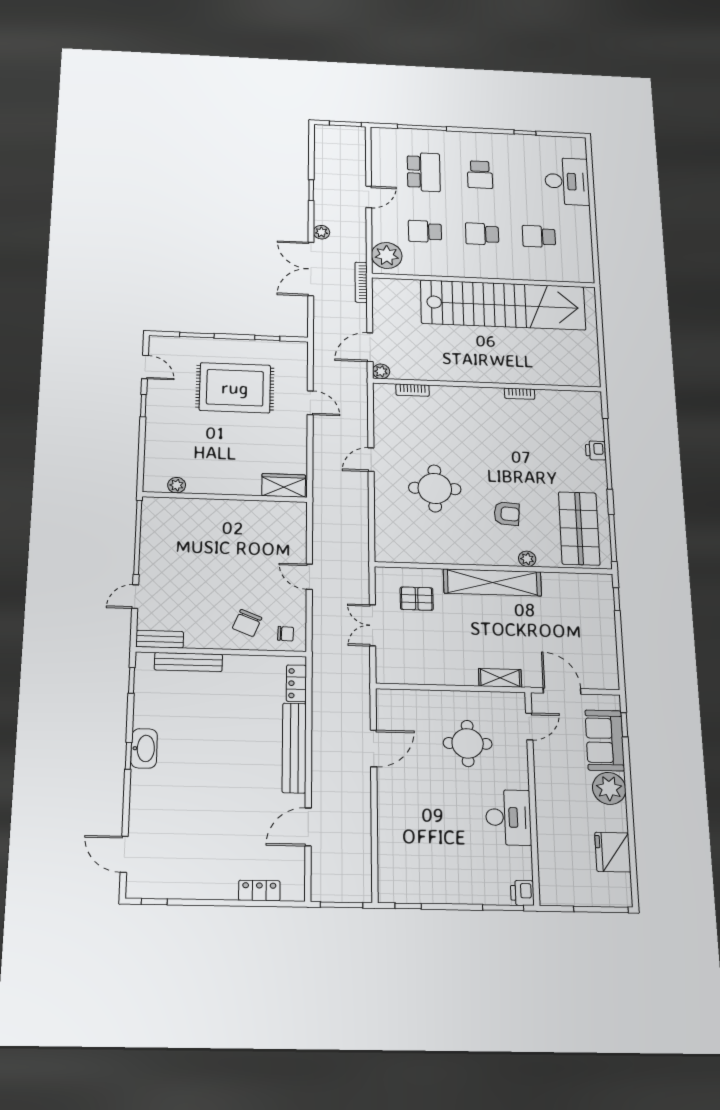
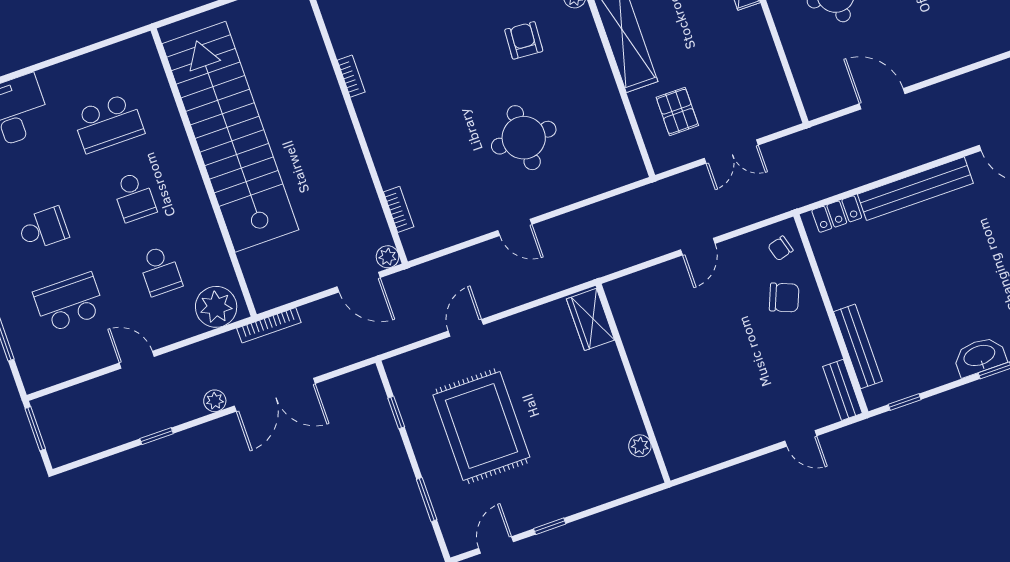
school desk: (539, 236) -> (108, 123), width x1.85
window: (138, 537) -> (725, 465), removed
chair: (286, 634) -> (780, 248), turned -108

